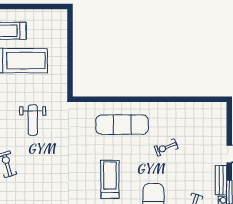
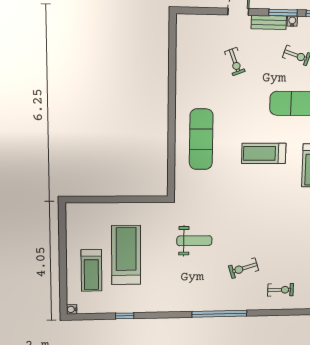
exercise bike: (166, 147) -> (235, 62), moved

